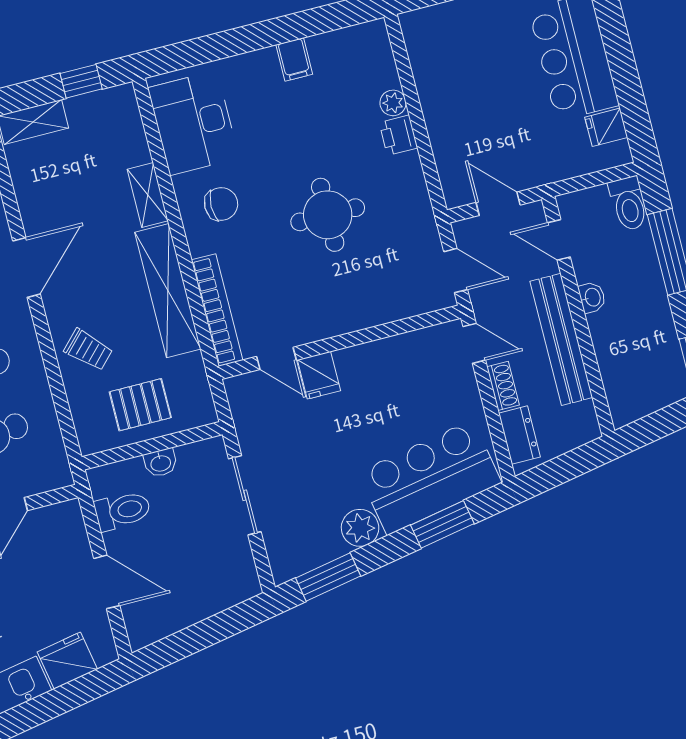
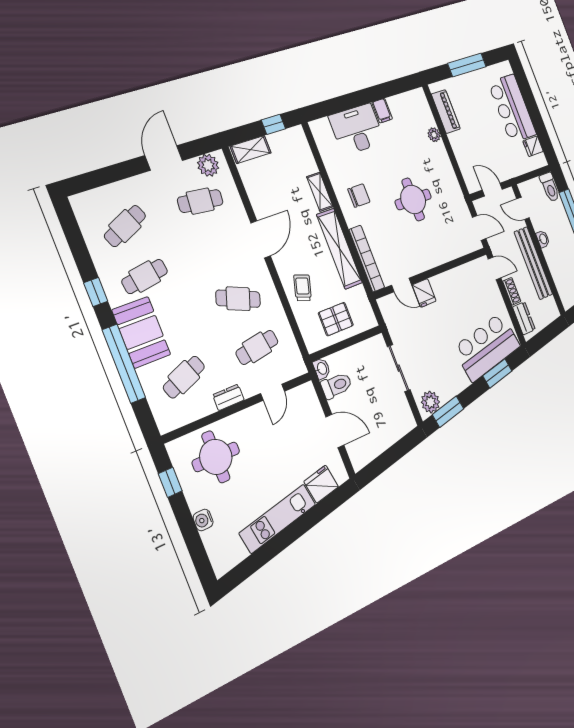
piano: (426, 62) -> (446, 112), added
desk: (193, 123) -> (357, 129), moved, turned 90
printer: (398, 135) -> (440, 153), removed
trolley: (88, 350) -> (303, 288), turned -116
washbasin: (161, 463) -> (322, 369), moved, turned -90
plant: (360, 528) -> (430, 402), moved

